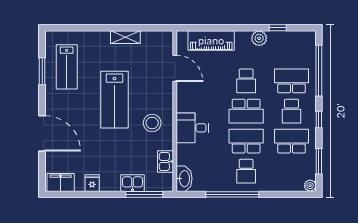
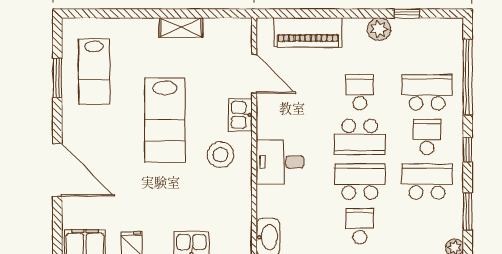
school desk: (246, 81) -> (360, 92), turned 180
school desk: (291, 111) -> (427, 137), turned 180
kitchen sink: (165, 162) -> (240, 115), moved
school desk: (246, 171) -> (360, 226), turned 180

